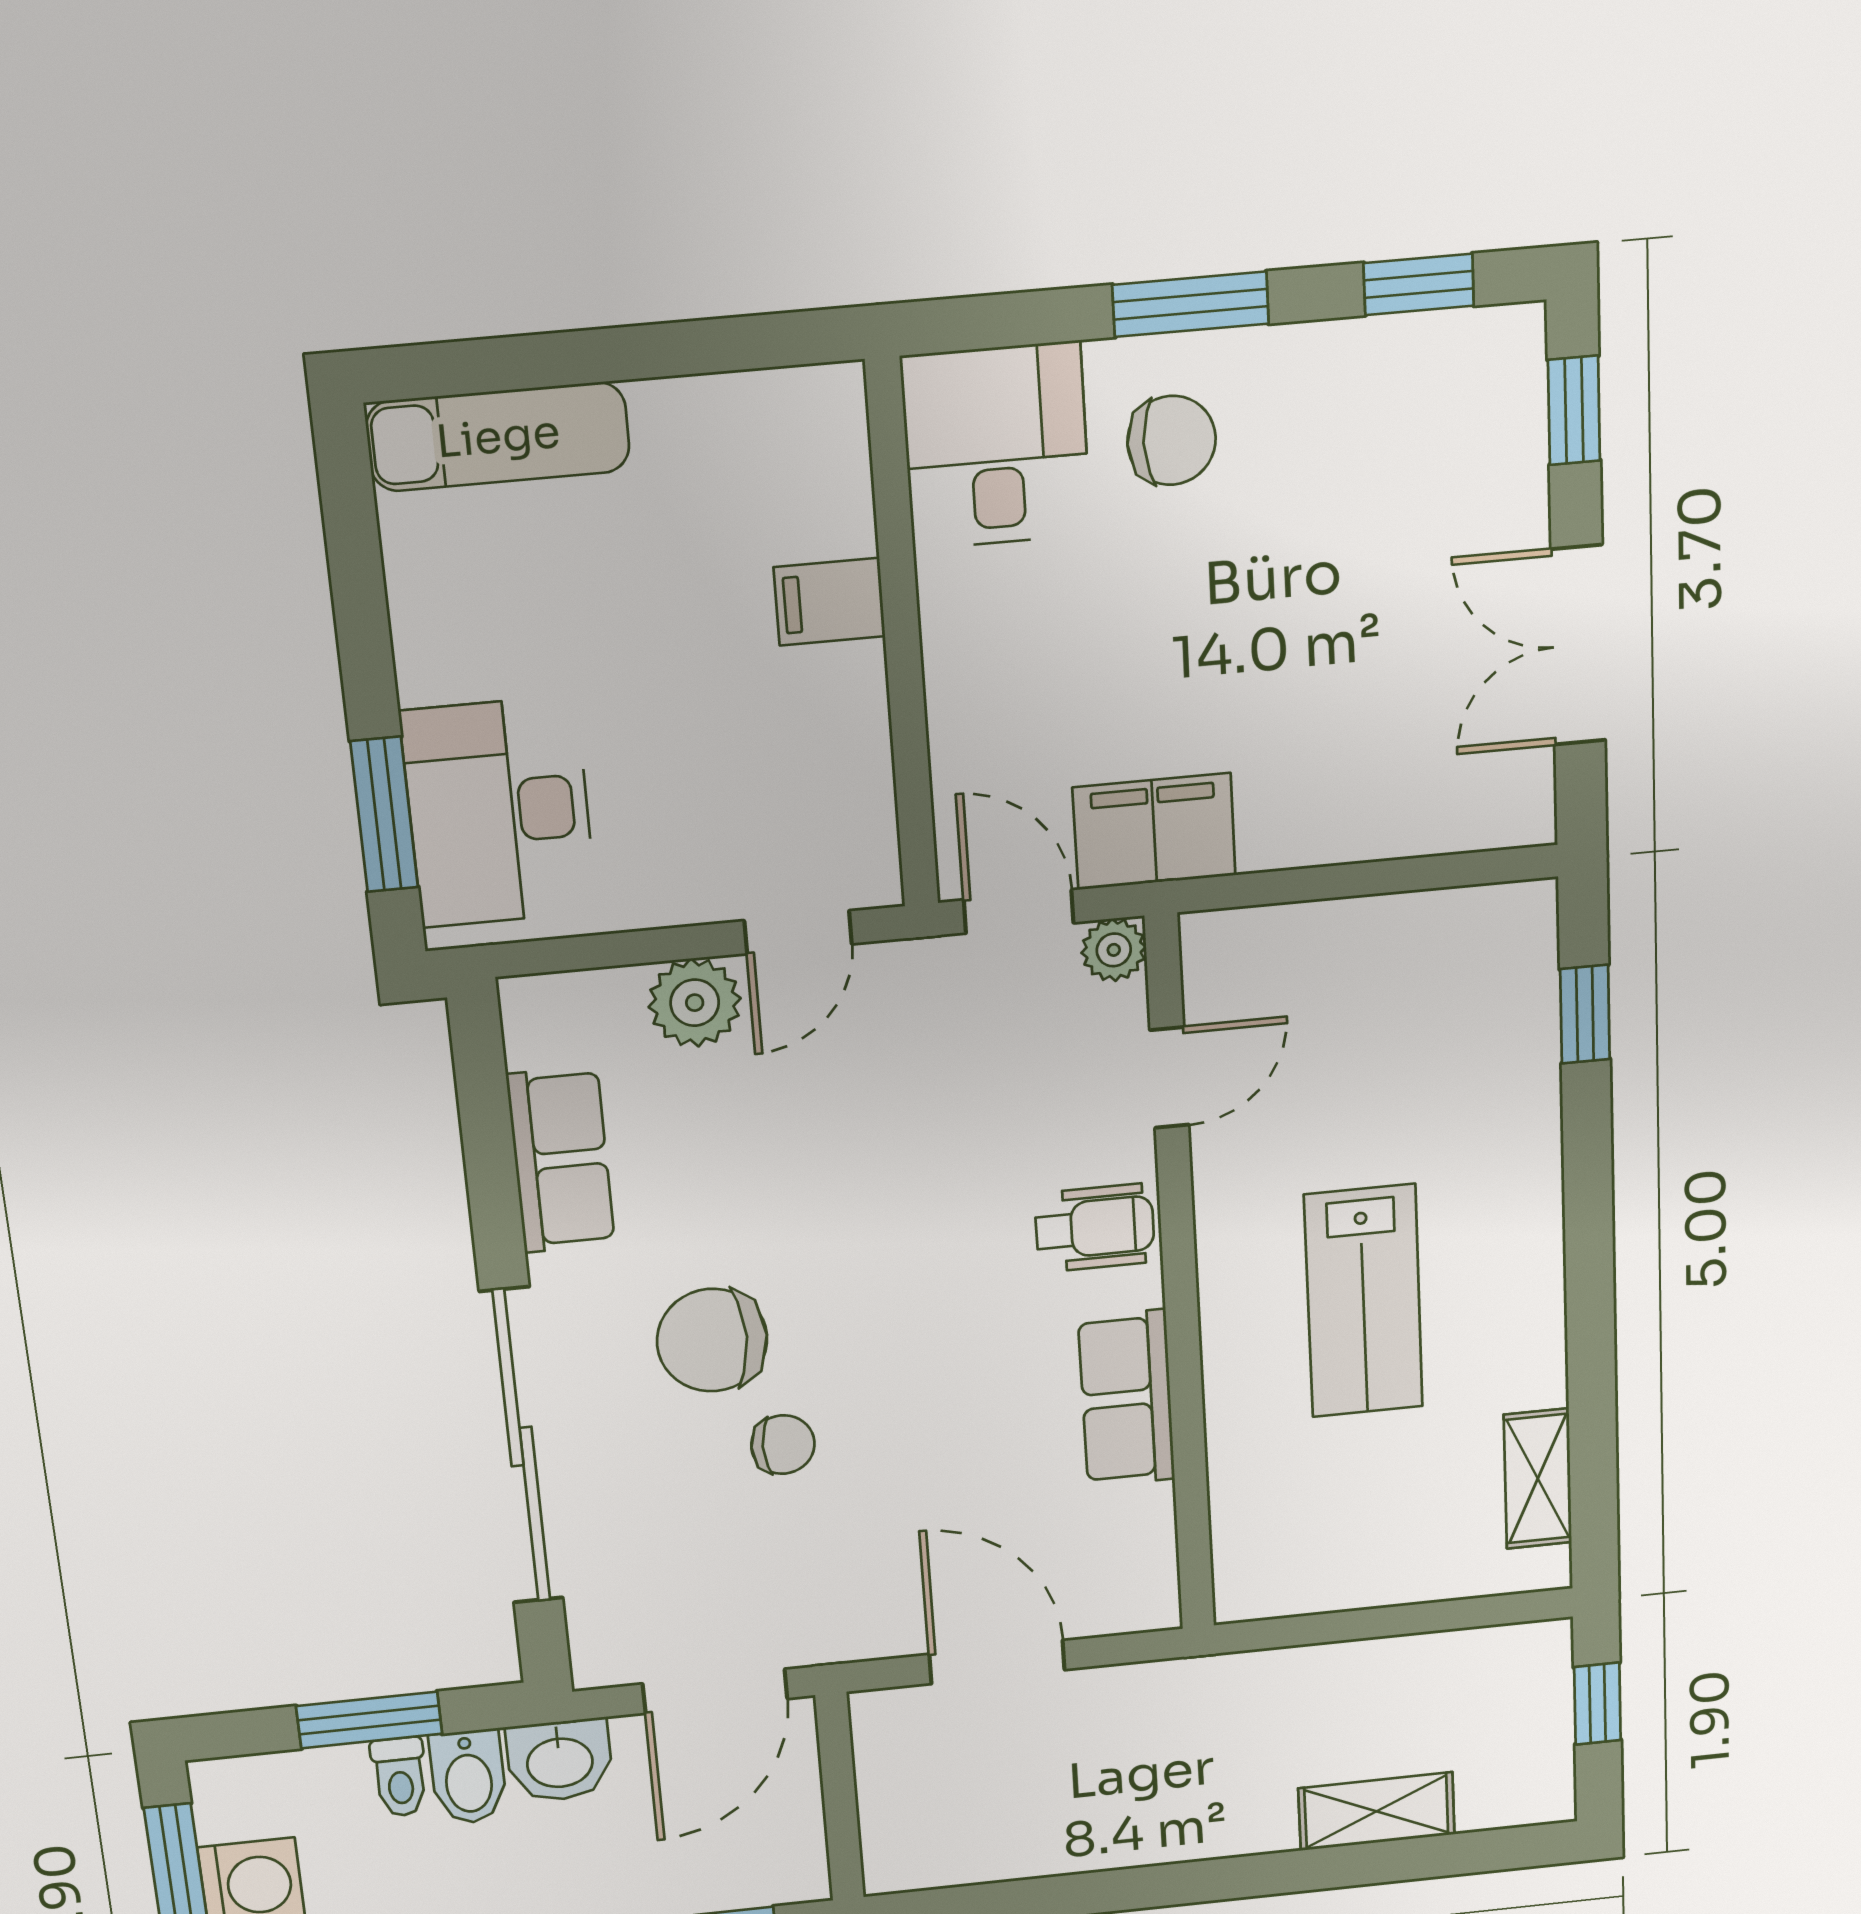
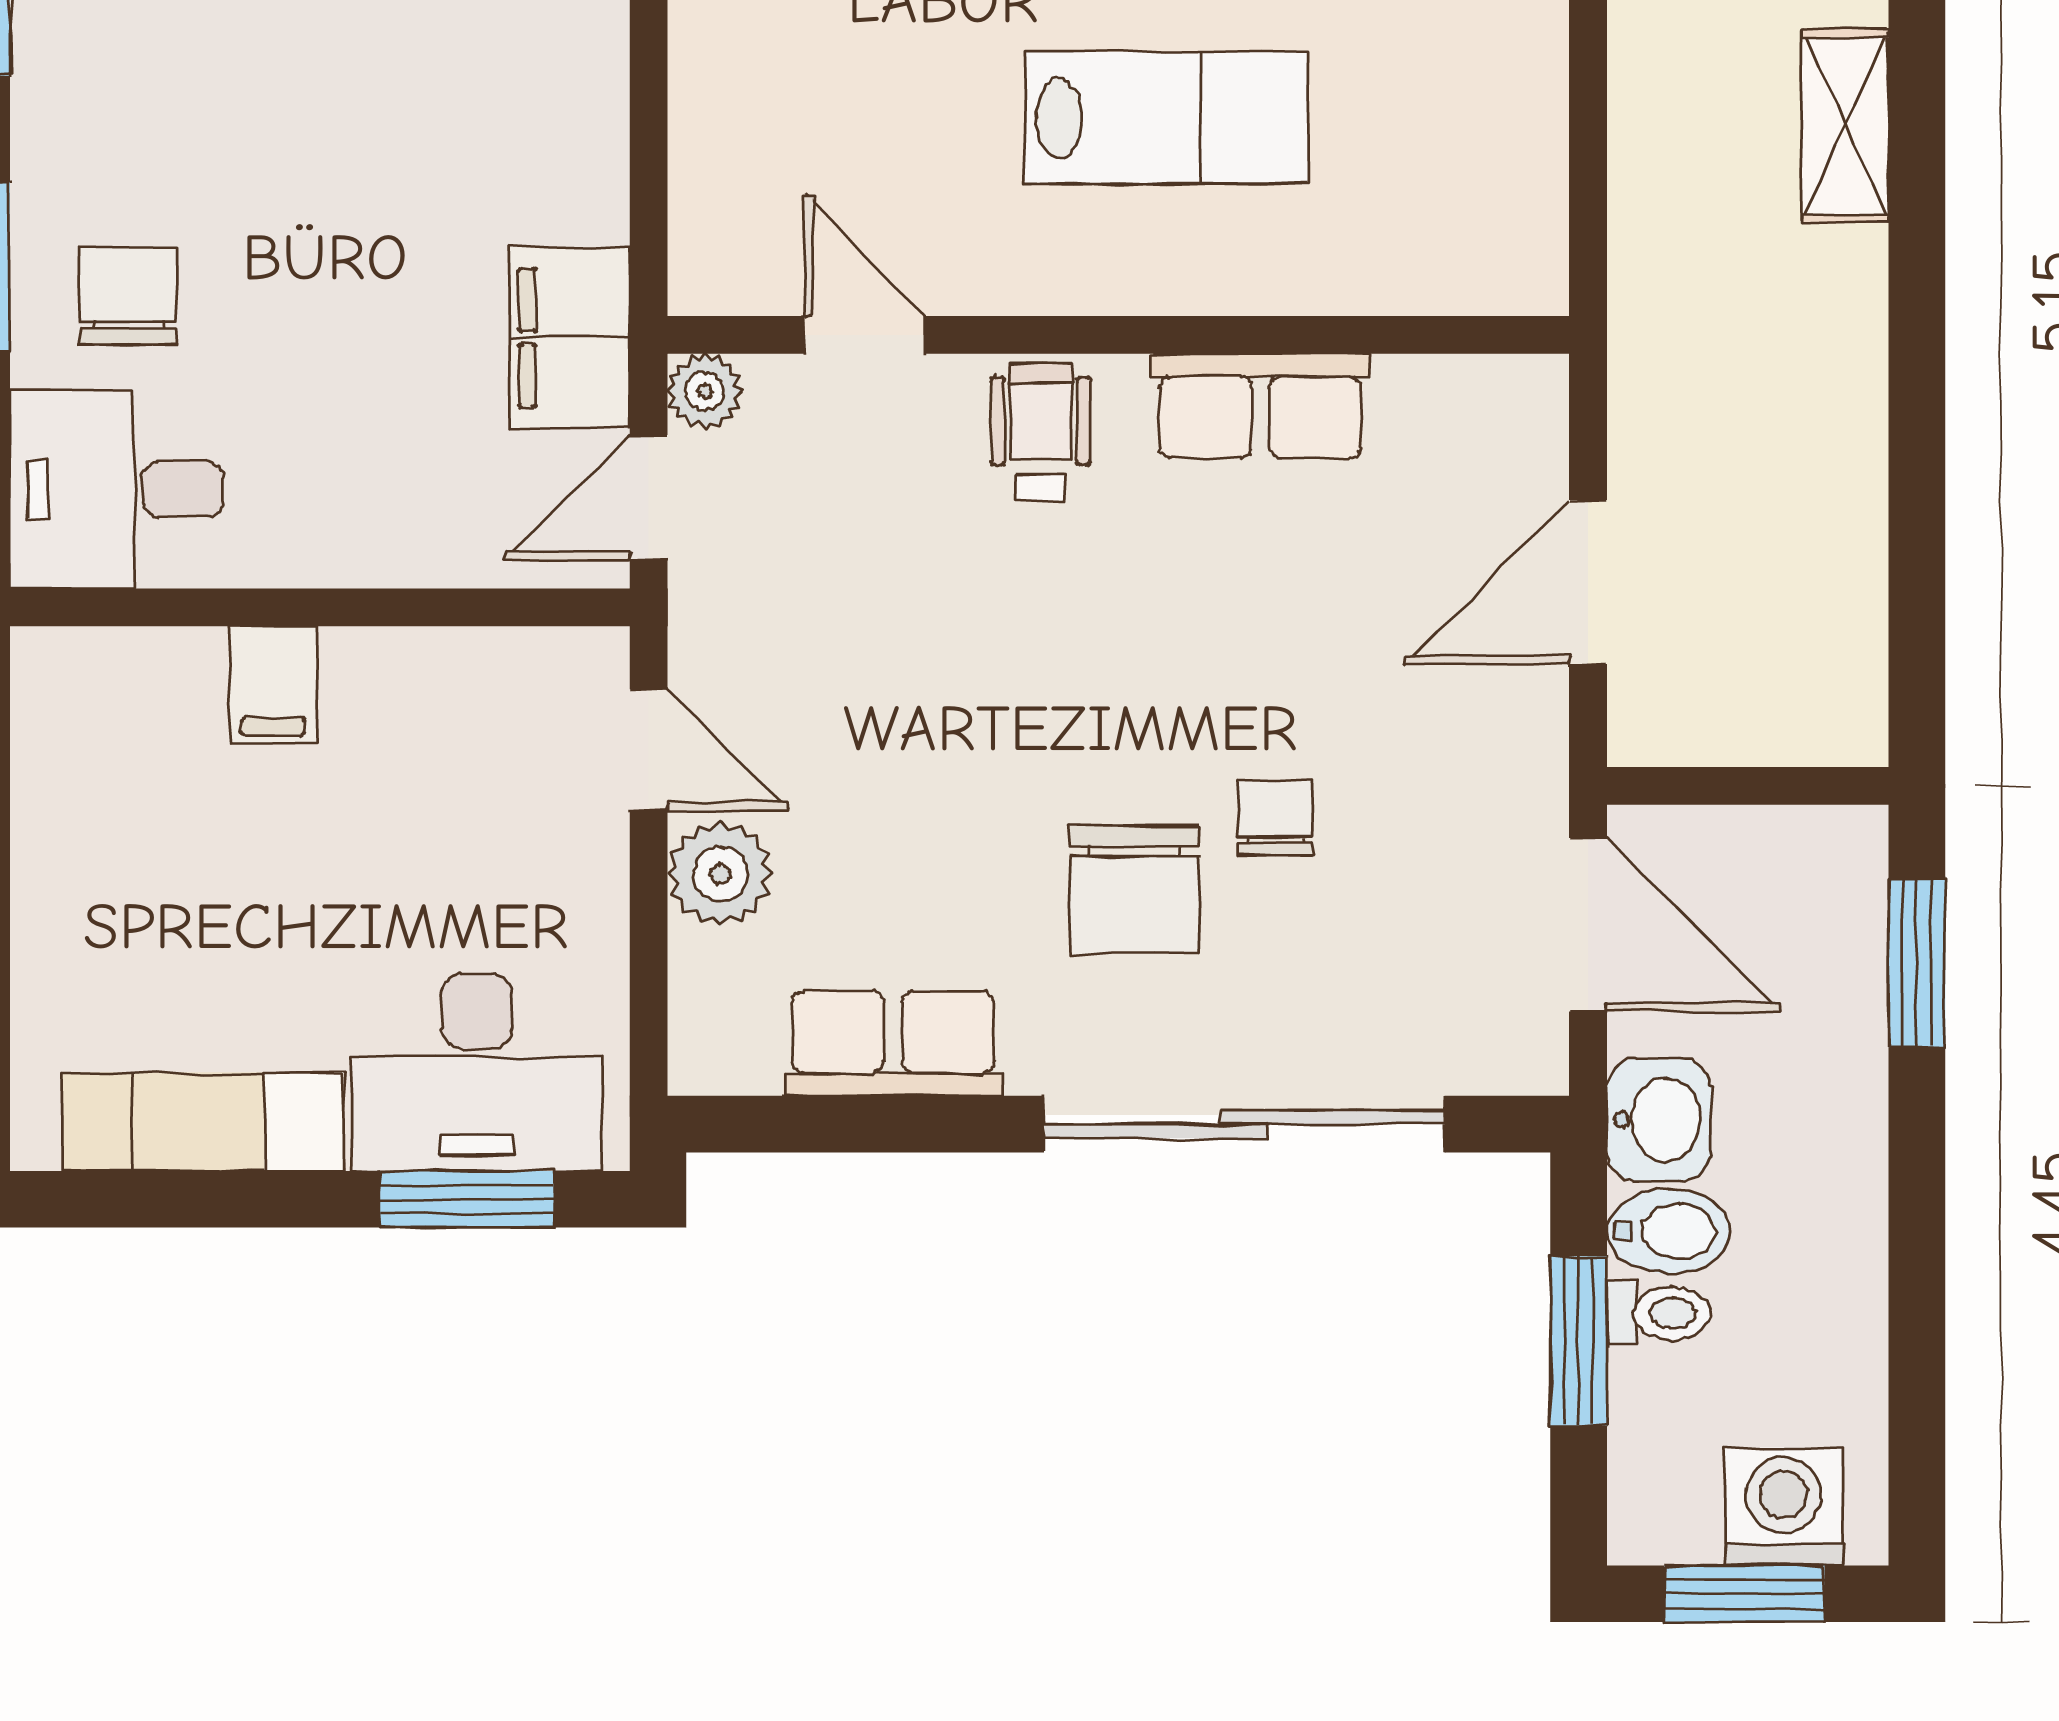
exam couch: (498, 437) -> (203, 1122), moved, turned -90

